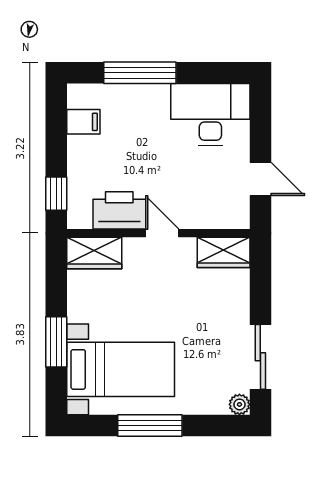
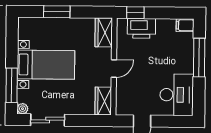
filing cabinet: (83, 122) -> (185, 25), moved, turned 90
printer: (119, 210) -> (141, 28), moved, turned 90
bed with nightstands: (121, 369) -> (46, 65), moved, turned -90
window: (150, 425) -> (12, 85), moved

